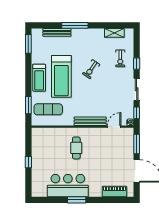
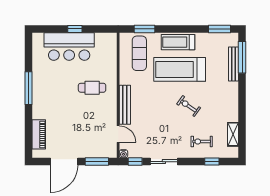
window: (75, 25) -> (242, 57), moved
window: (137, 64) -> (212, 162), moved
bar counter: (68, 186) -> (69, 47), moved, turned 90
window: (77, 200) -> (28, 88), width x1.44

